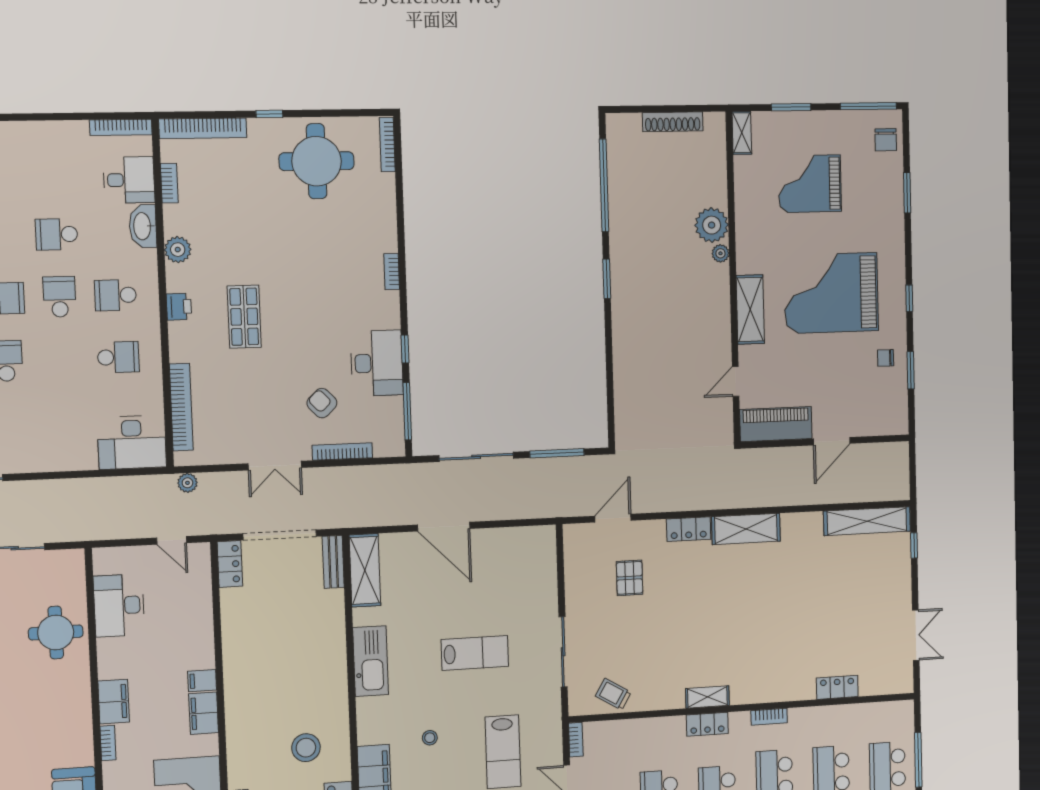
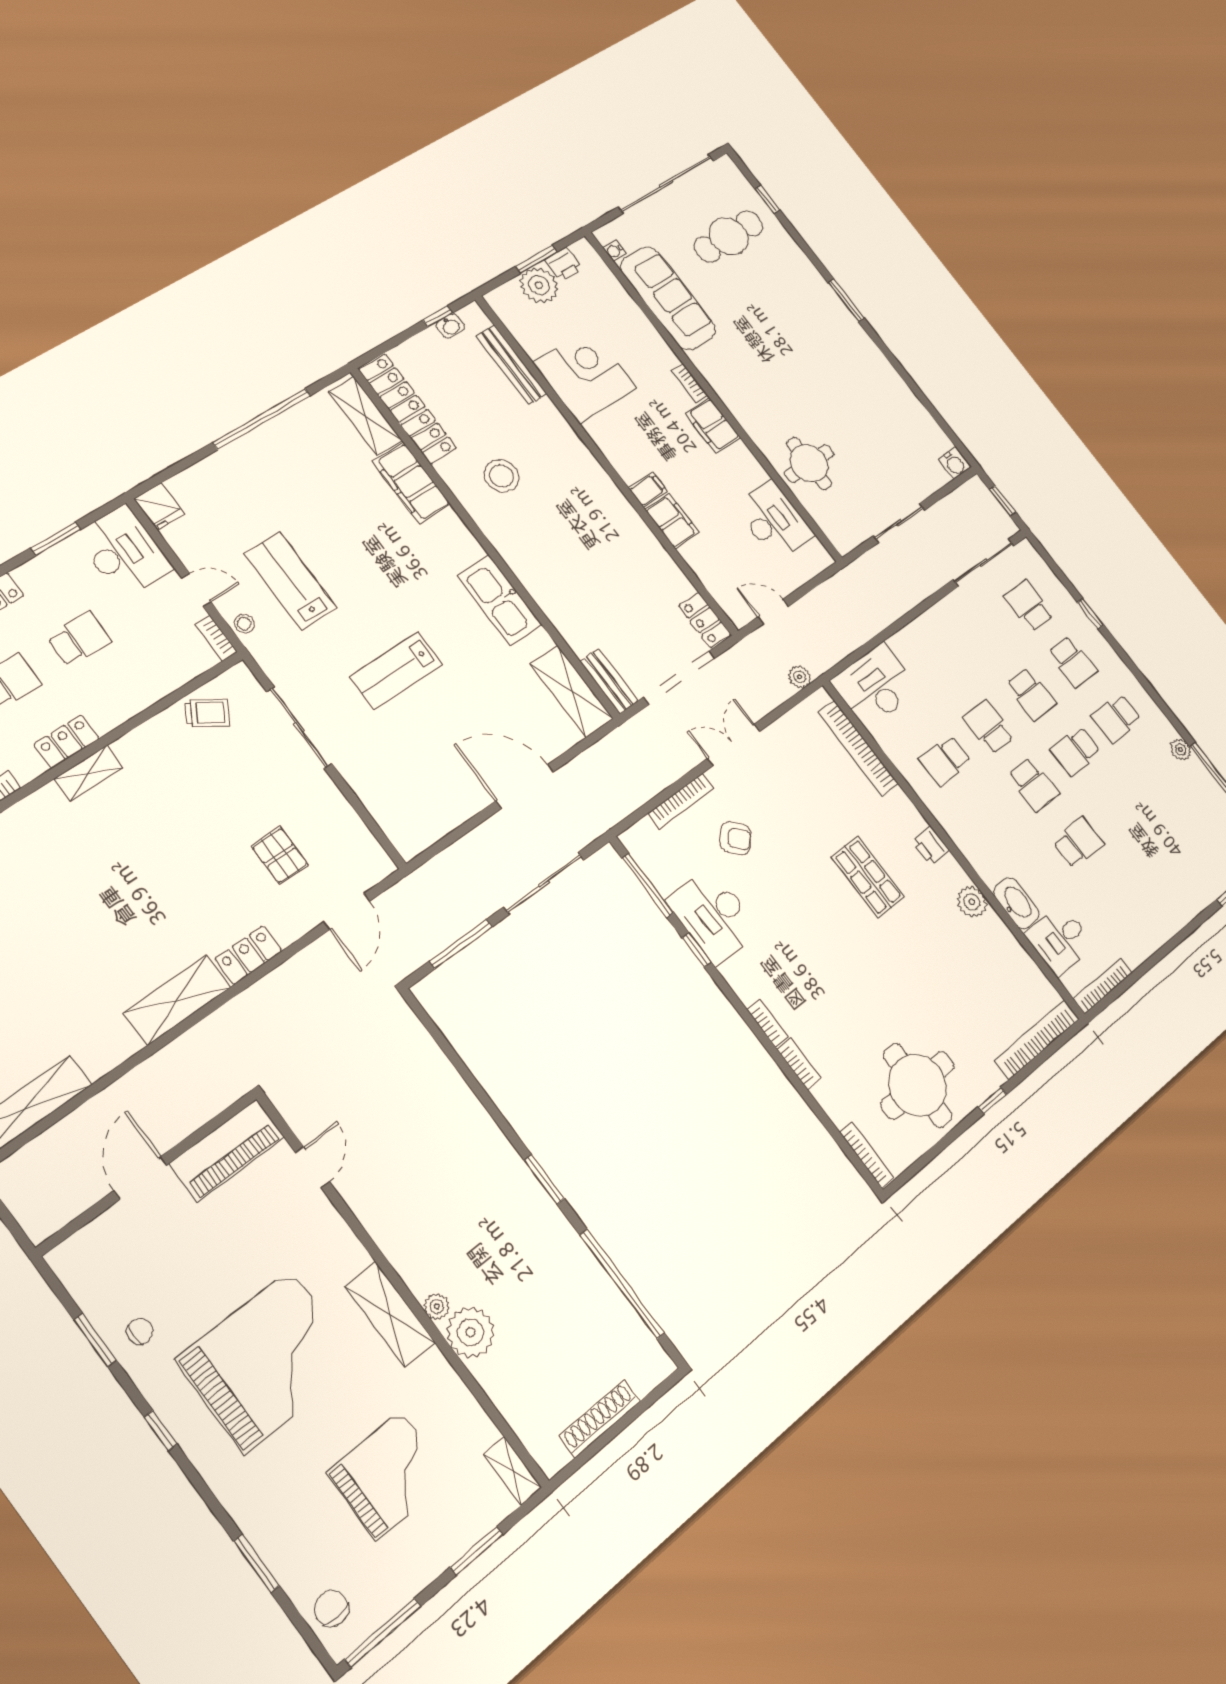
bookcase: (169, 183) -> (799, 1063), moved, turned 180
school desk: (115, 295) -> (989, 727), moved, turned -90
shelving: (750, 309) -> (390, 1314), moved
filing cabinet: (204, 713) -> (672, 521), moved
stool: (430, 738) -> (244, 624), moved

